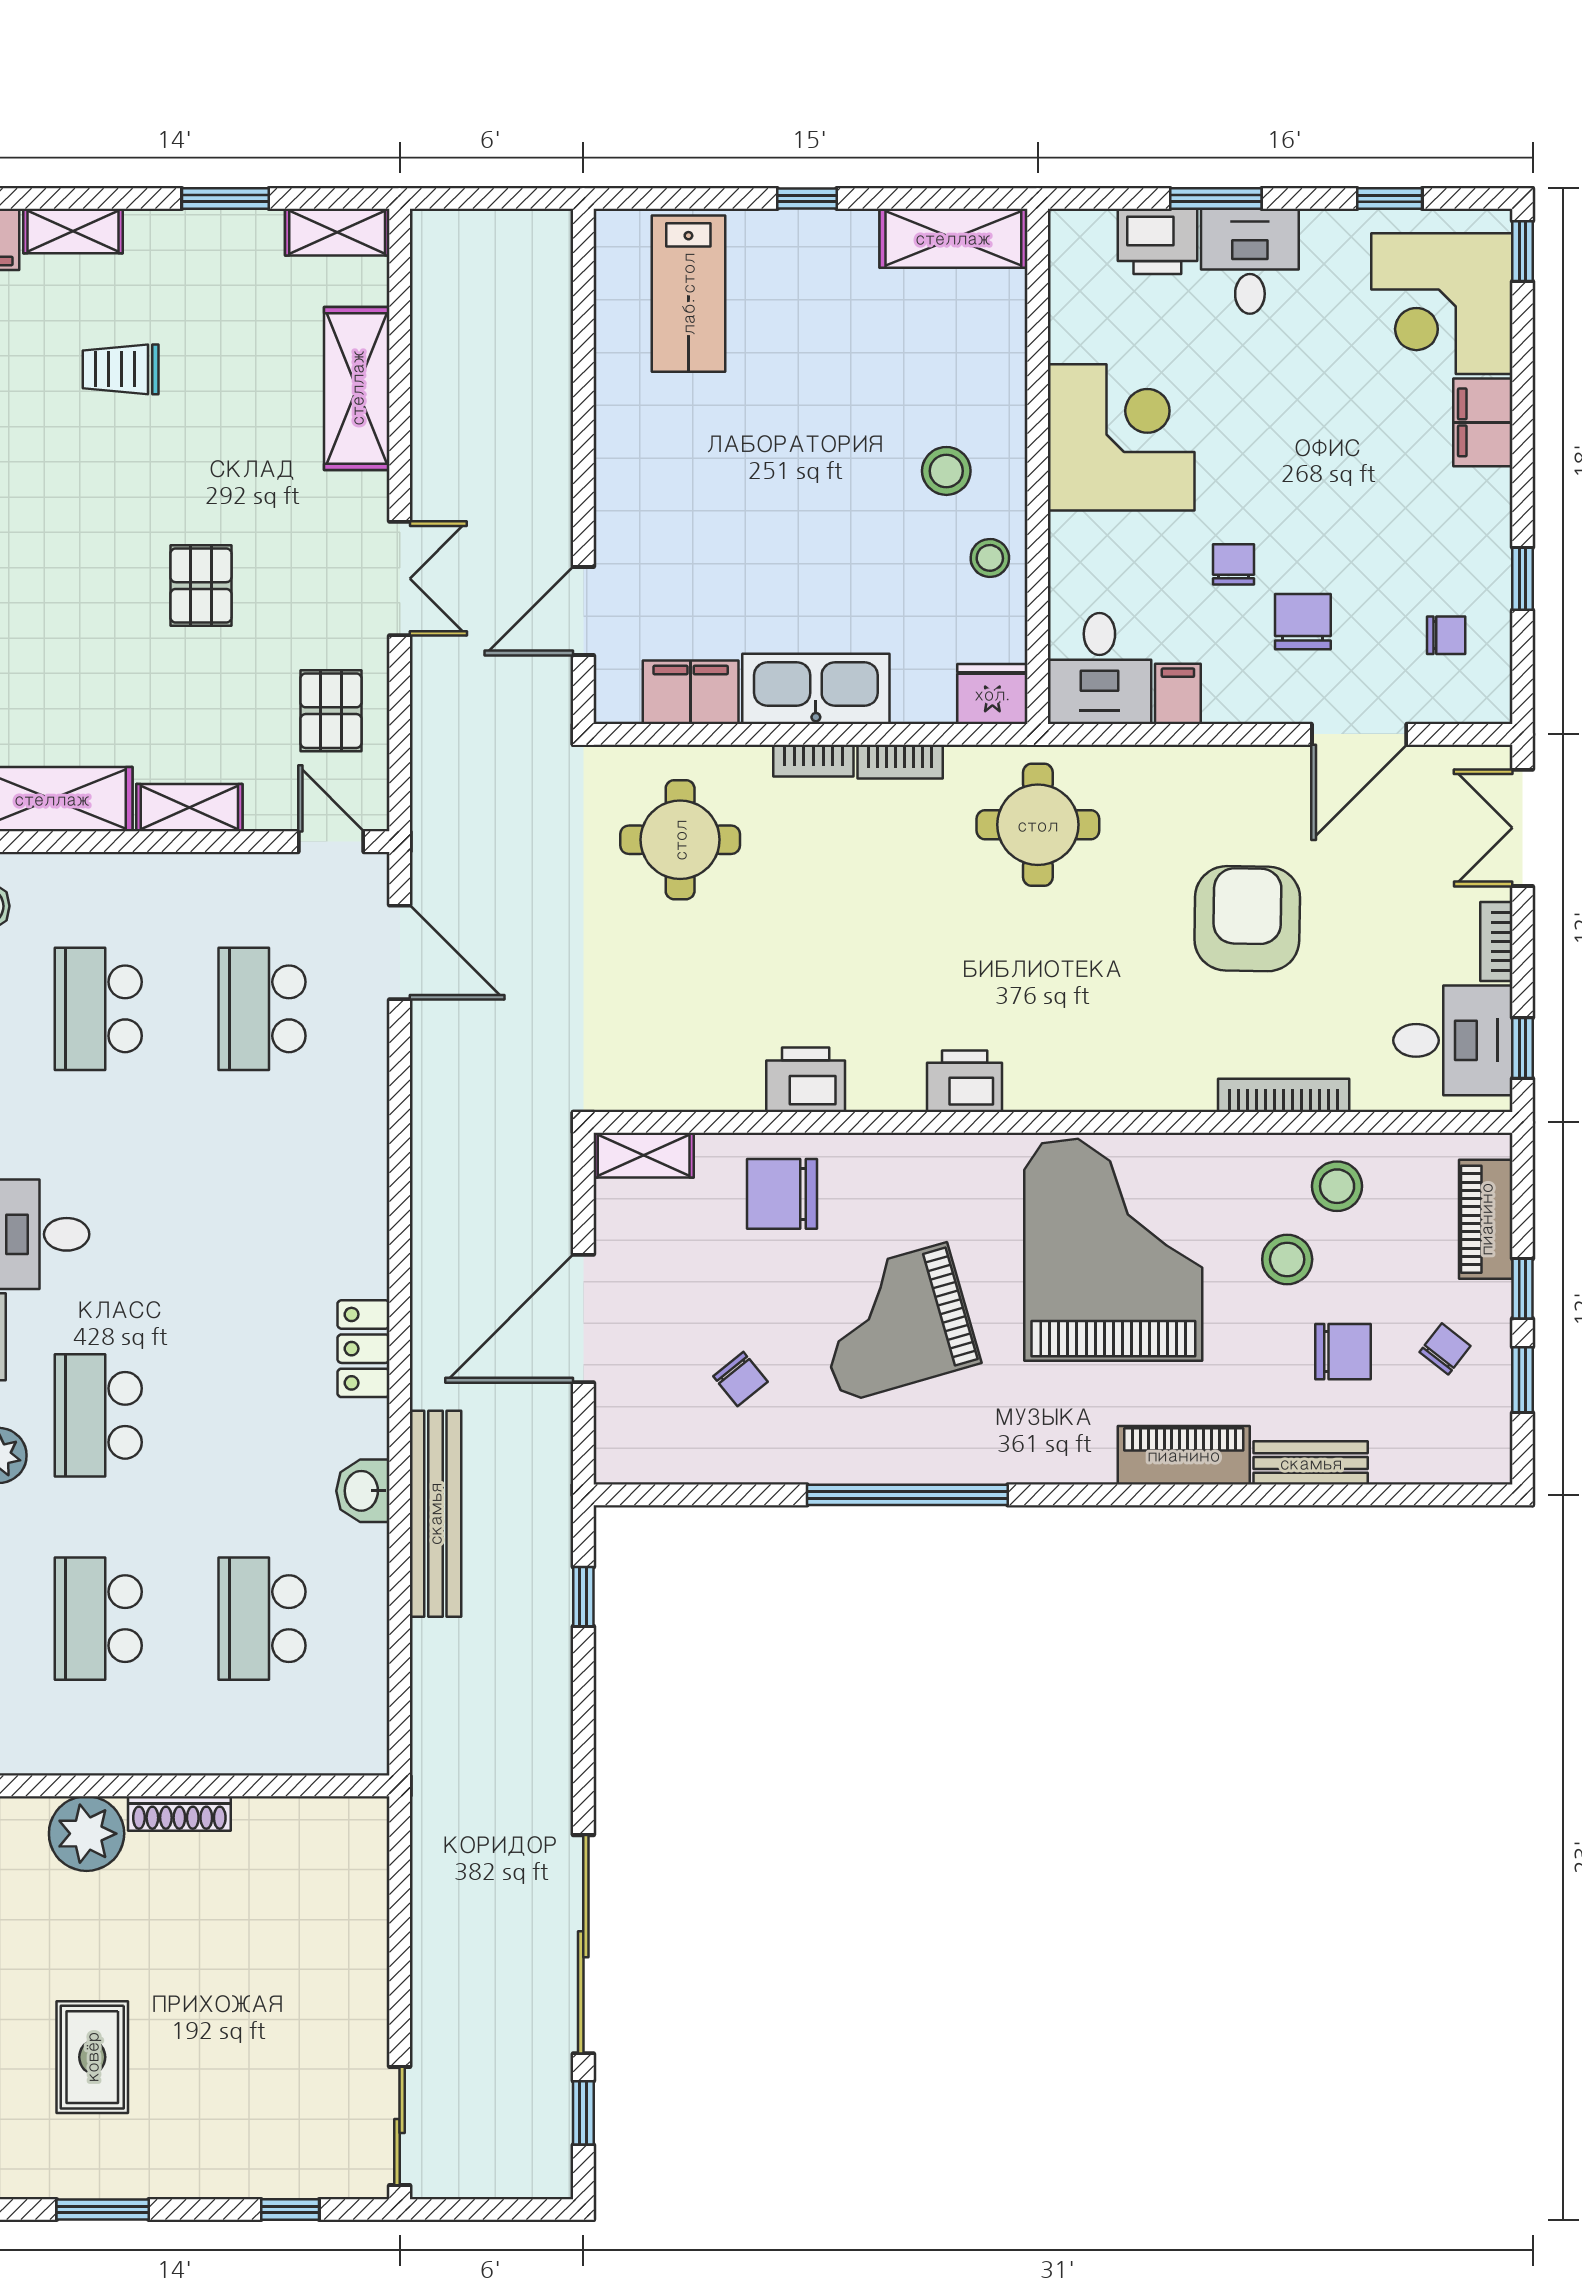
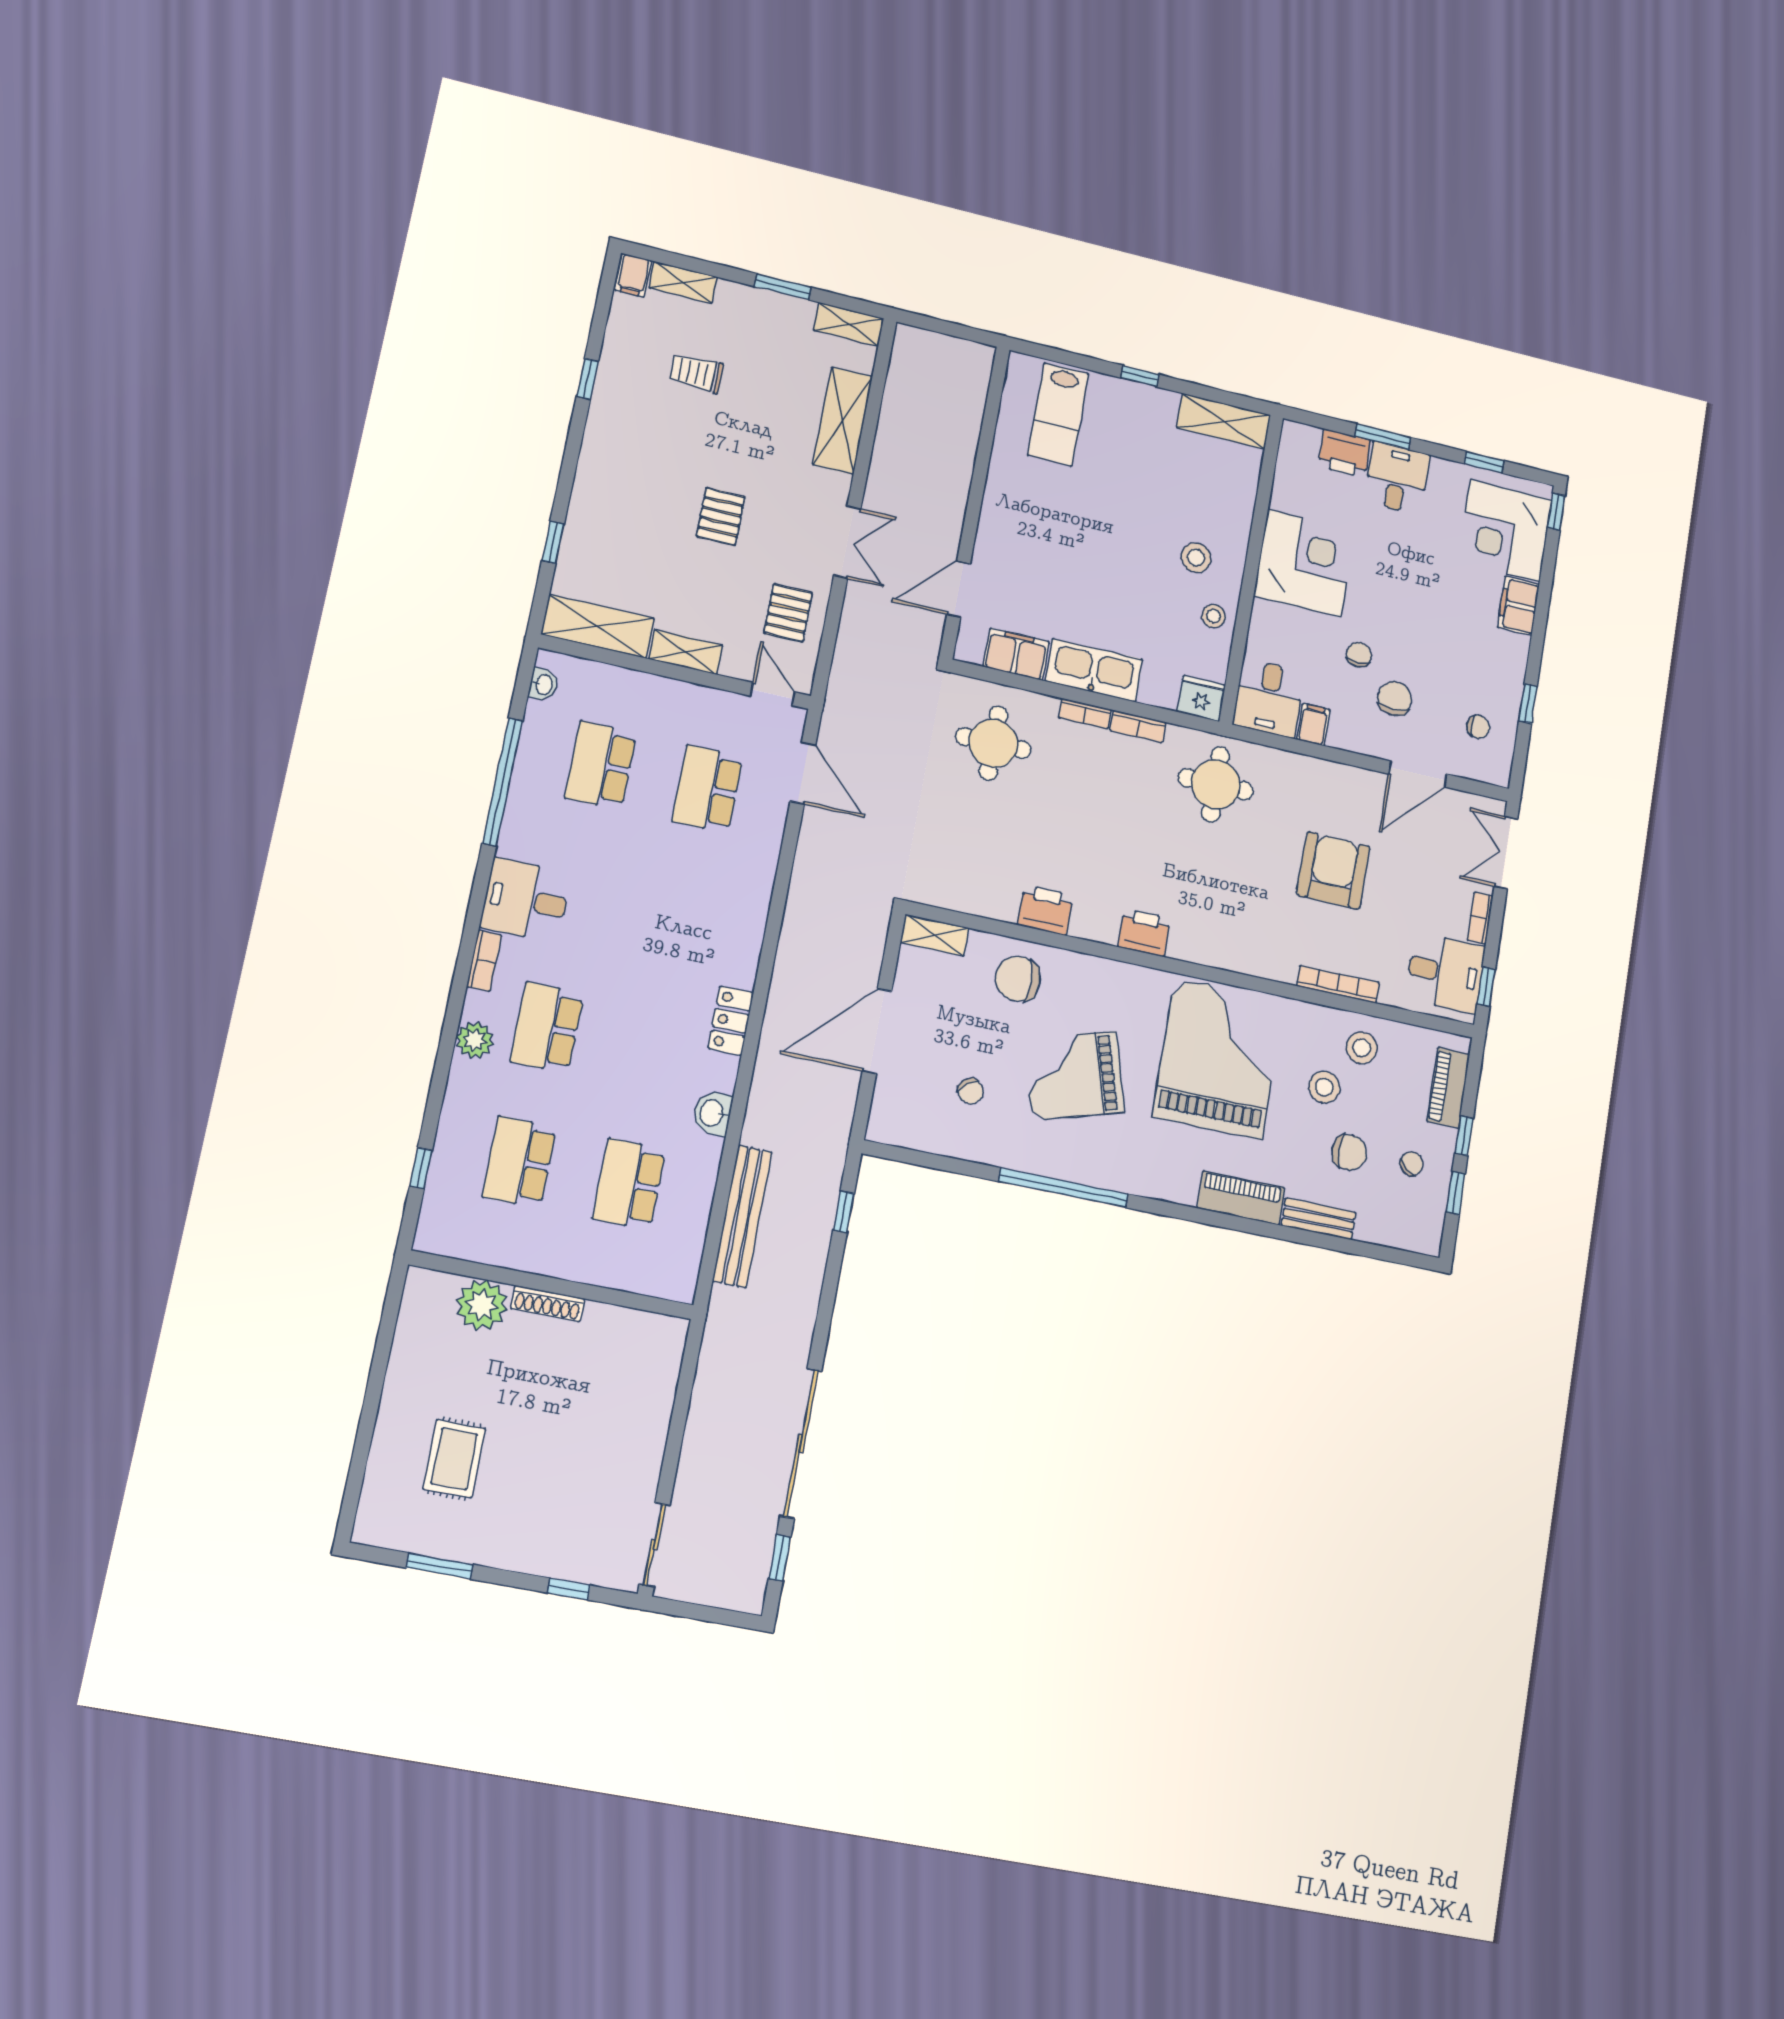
bench: (435, 1514) -> (742, 1216), moved

